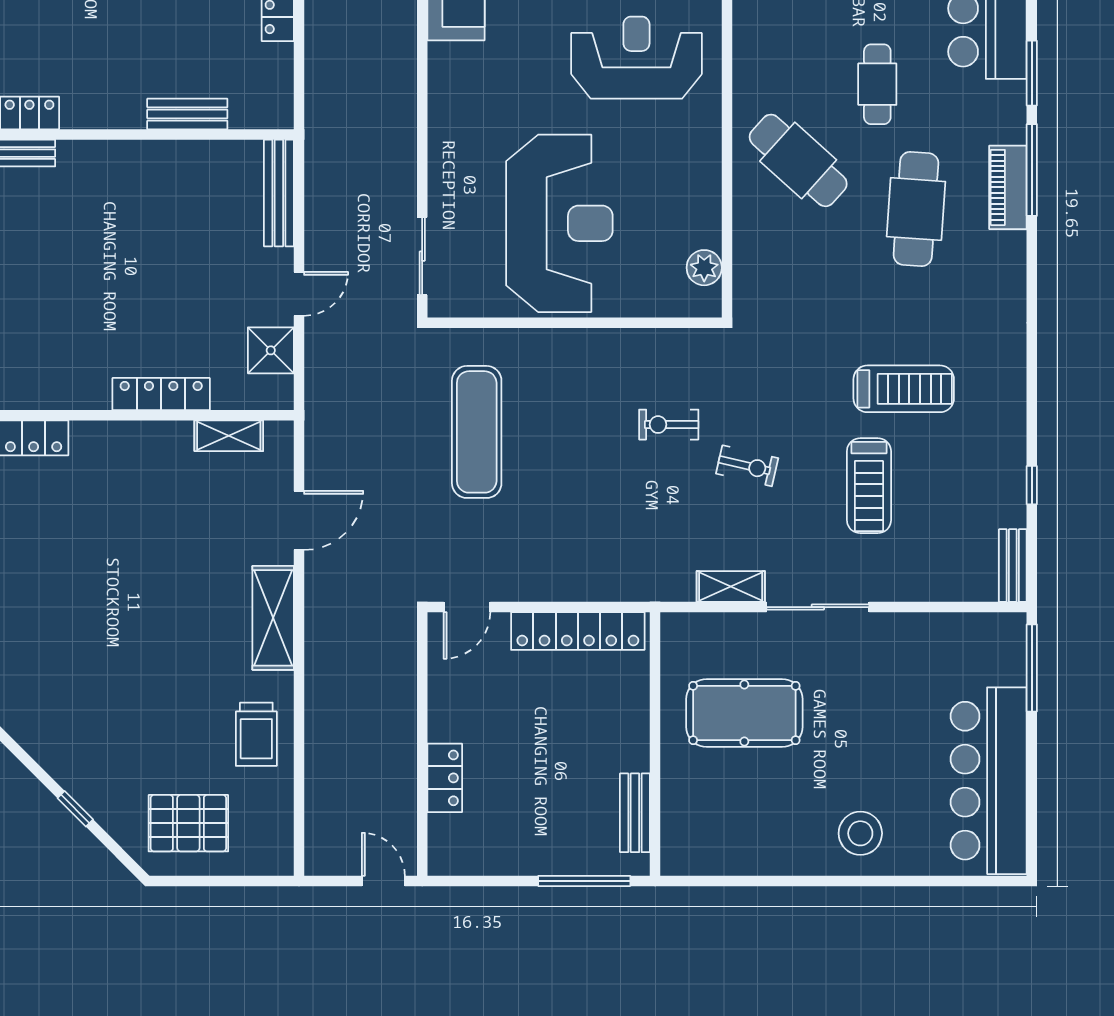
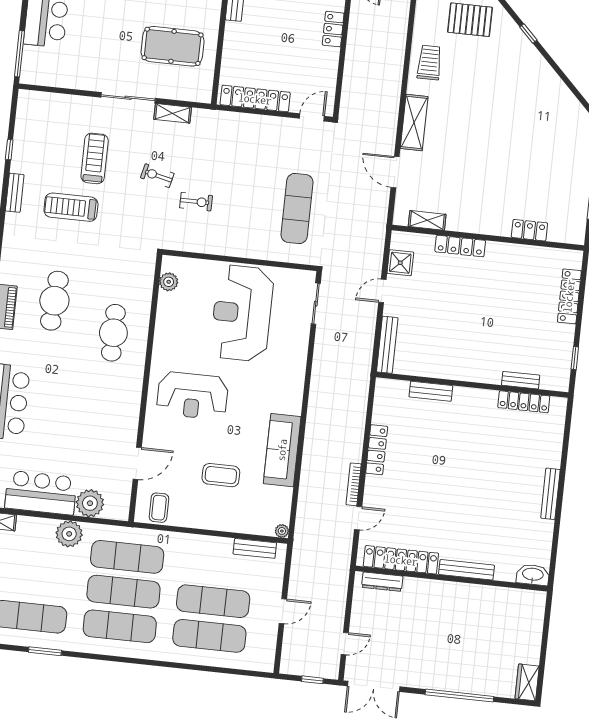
cafe table: (877, 84) -> (68, 368), removed
cafe table: (798, 160) -> (113, 333), turned 48
door: (299, 520) -> (395, 172), hinge flipped
bench: (1013, 566) -> (15, 193), moved

